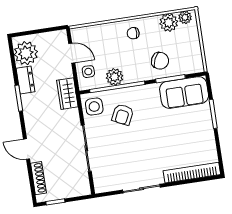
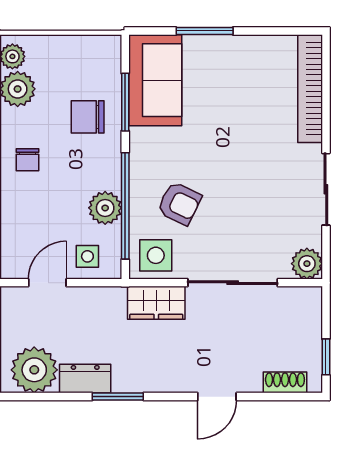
chair: (160, 61) -> (88, 117), turned -115
wardrobe: (67, 94) -> (156, 303), moved
shoe rack: (38, 178) -> (285, 382), width x0.70
plant: (102, 185) -> (307, 264), added

